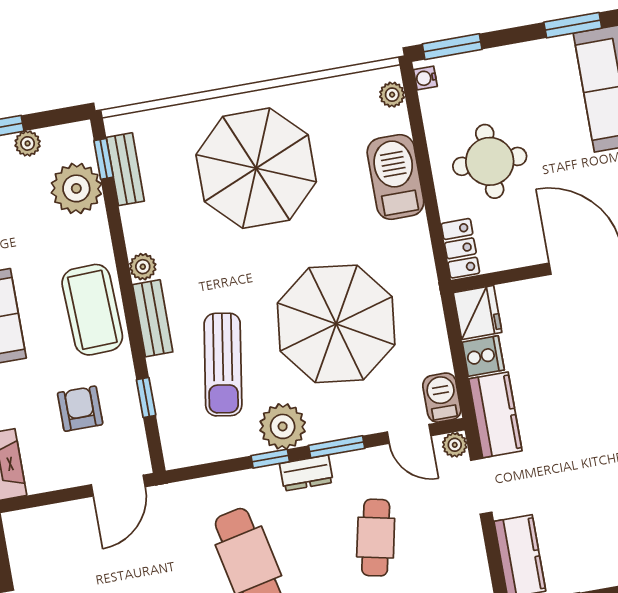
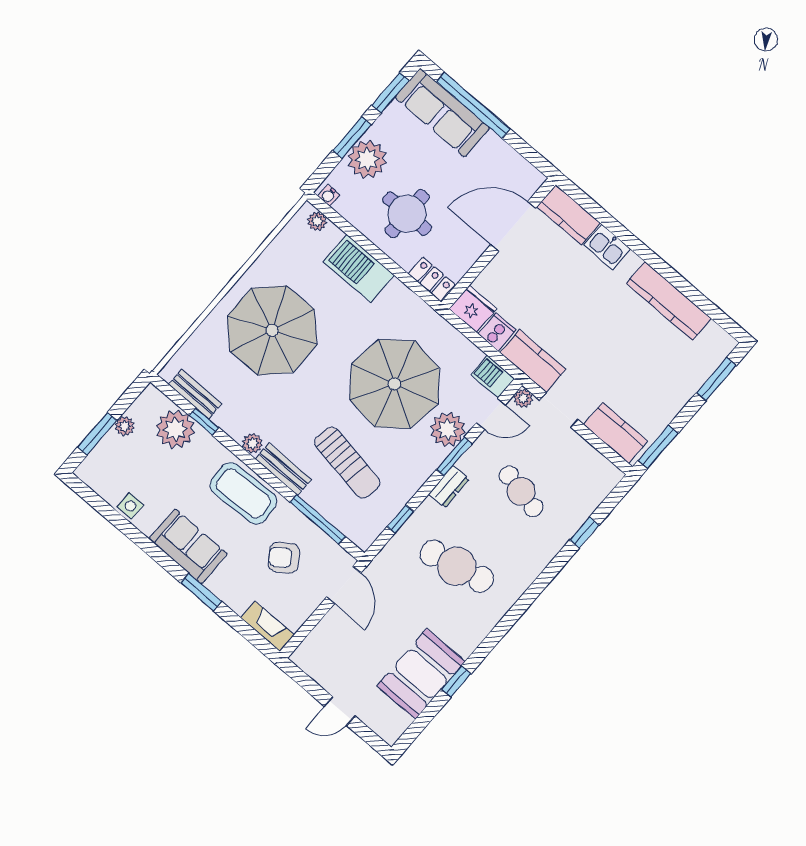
window: (452, 47) -> (352, 138), moved
plant: (494, 73) -> (367, 159), added
window: (104, 159) -> (204, 422), moved
window: (146, 398) -> (318, 519), width x2.17
armchair: (80, 409) -> (284, 558), turned -34
plant: (283, 426) -> (448, 429), moved
window: (270, 459) -> (400, 519), moved

